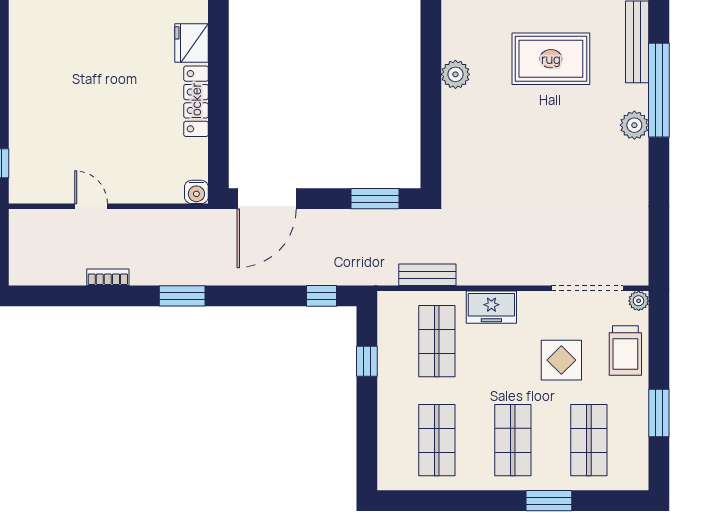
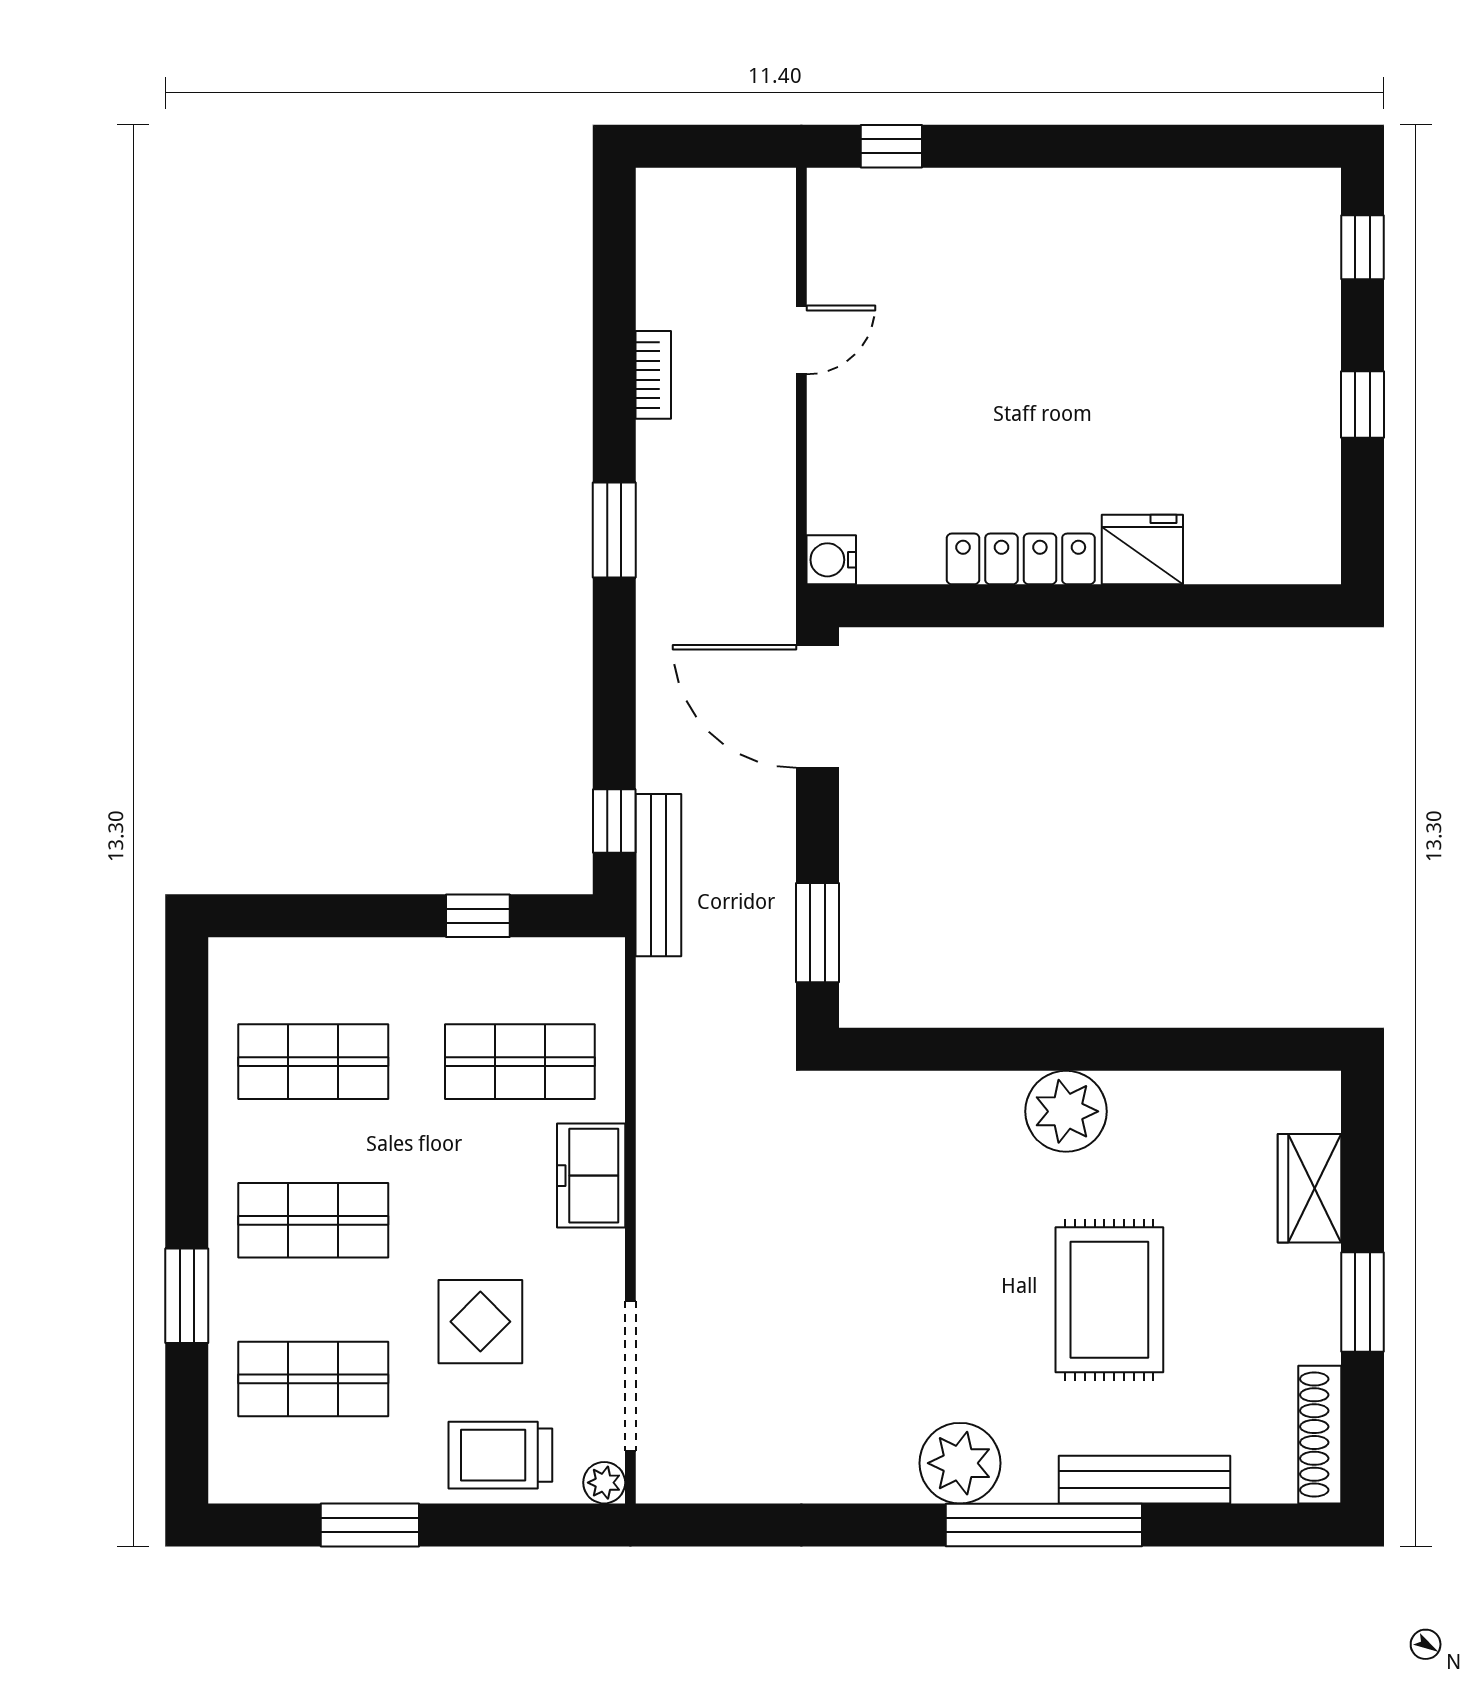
plant: (455, 74) -> (1066, 1111), width x1.36, depth x1.36
plant: (634, 125) -> (960, 1463), width x1.36, depth x1.36
bench: (427, 275) -> (658, 875), moved, width x1.36

